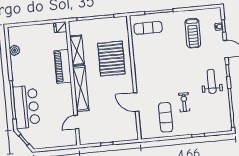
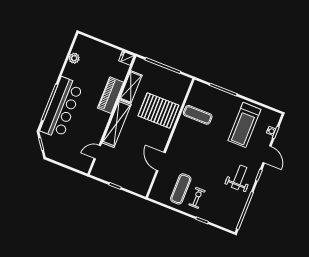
exercise mat: (148, 28) -> (198, 115), moved
treadmill: (193, 33) -> (244, 125), width x1.37, depth x1.38
pallet: (111, 59) -> (158, 110), turned 90
exercise bike: (184, 102) -> (197, 198), moved
bar counter: (26, 107) -> (62, 108), width x1.36

